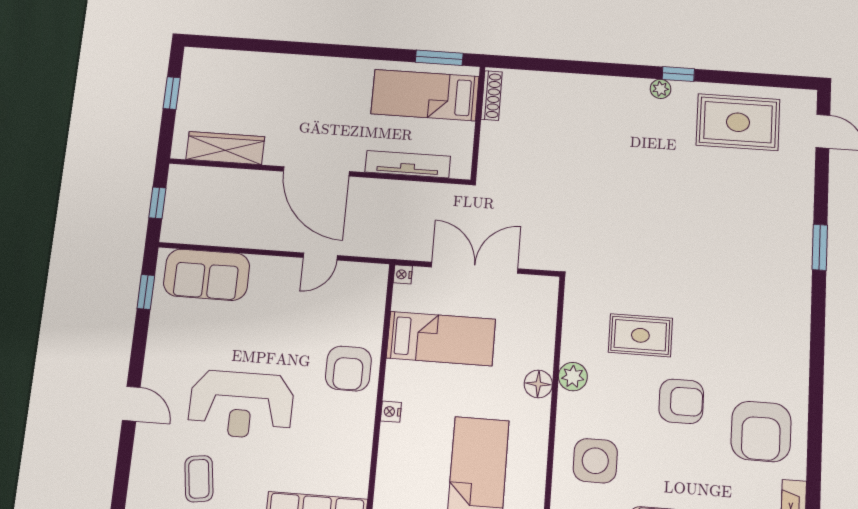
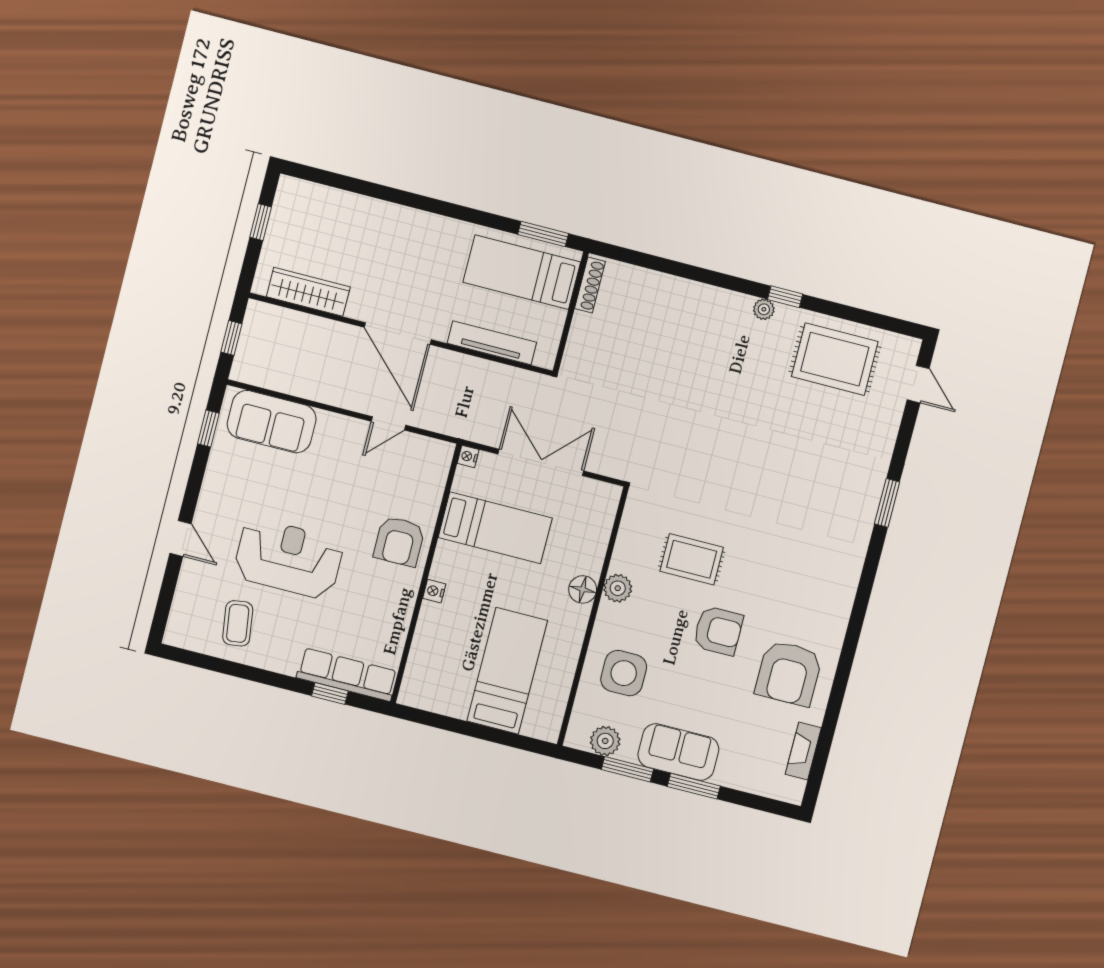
reception desk: (241, 405) -> (288, 558), turned 180

